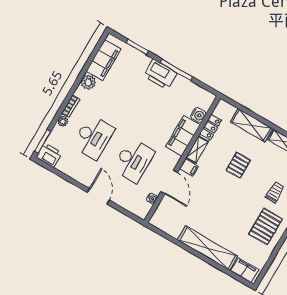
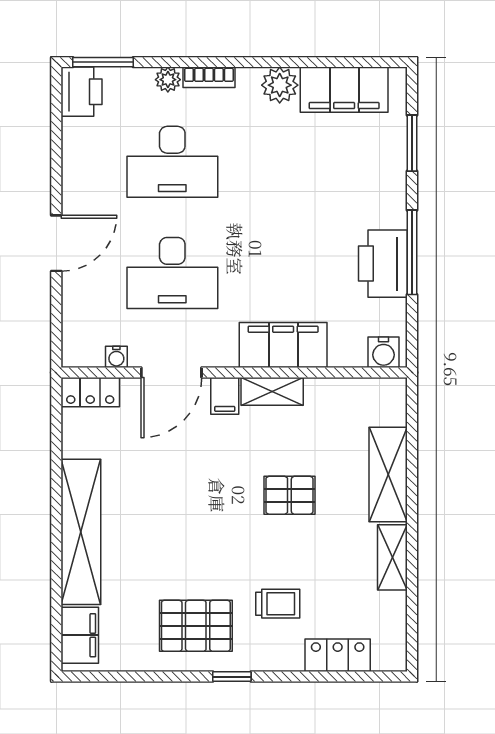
printer: (160, 74) -> (383, 264), moved
water cooler: (198, 115) -> (384, 352), moved
locker: (211, 127) -> (90, 392), moved

